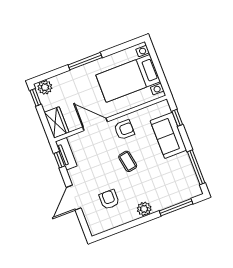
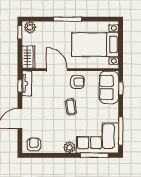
sofa: (168, 135) -> (109, 87), moved
corner sofa: (172, 186) -> (97, 138), added
armchair: (109, 199) -> (34, 144), moved

